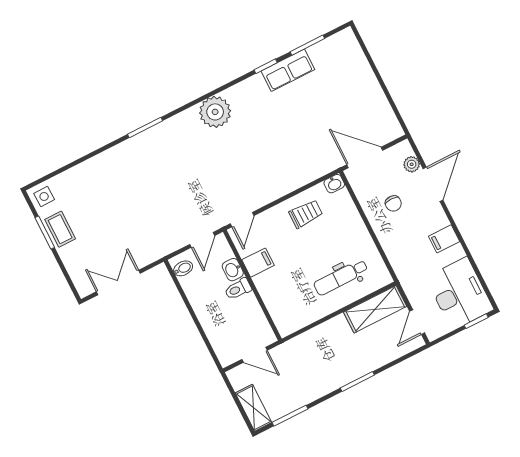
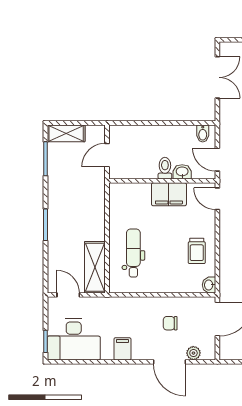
filing cabinet: (258, 263) -> (169, 194), width x2.00

